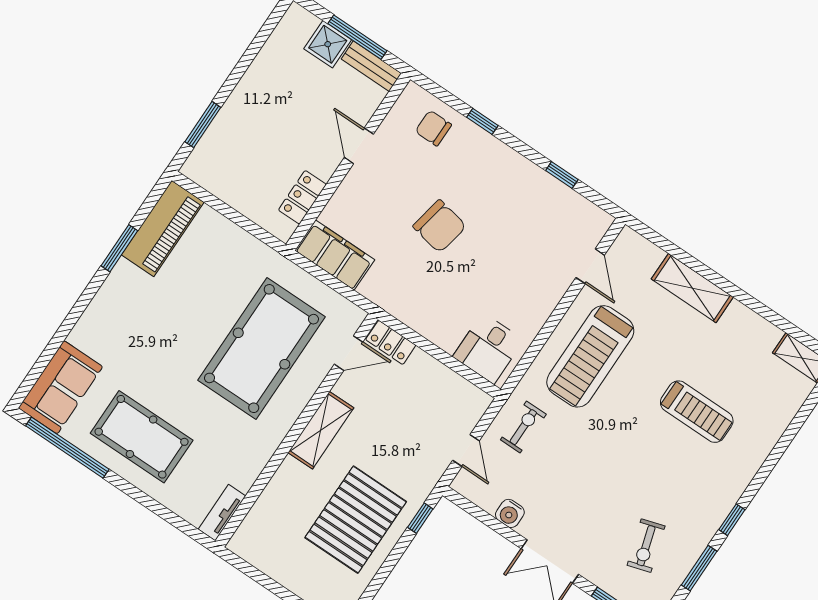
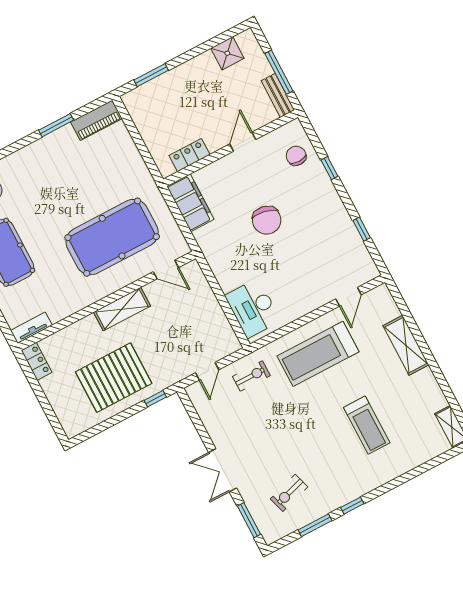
shower: (328, 44) -> (227, 53), moved
piano: (163, 228) -> (96, 120), width x0.73, depth x0.75
locker: (391, 342) -> (37, 361), moved, turned 180
desk: (488, 348) -> (253, 308), width x1.37
water cooler: (510, 513) -> (214, 426), removed

